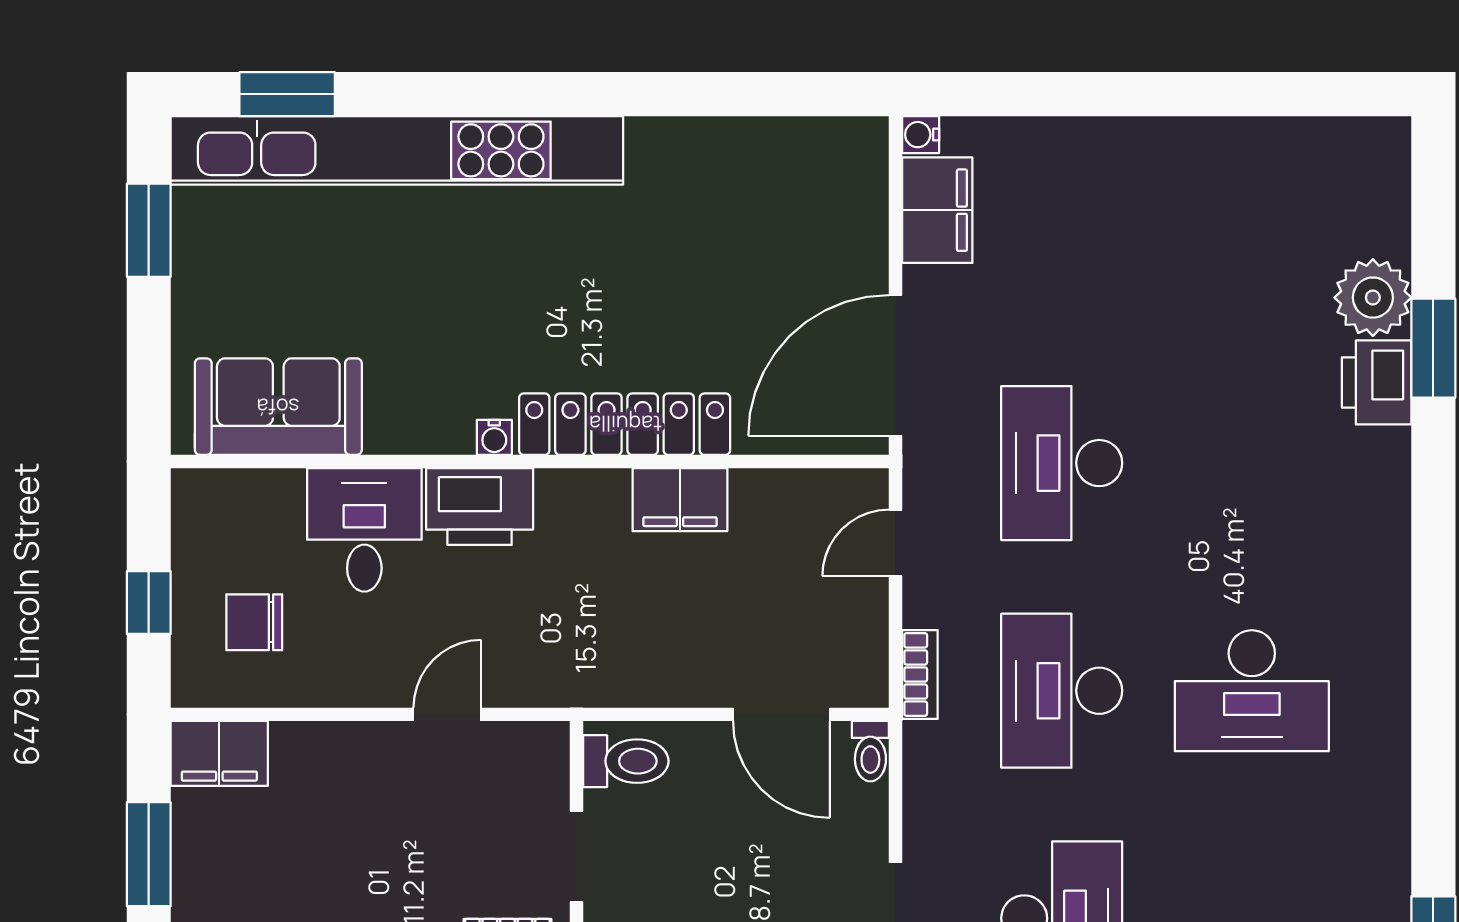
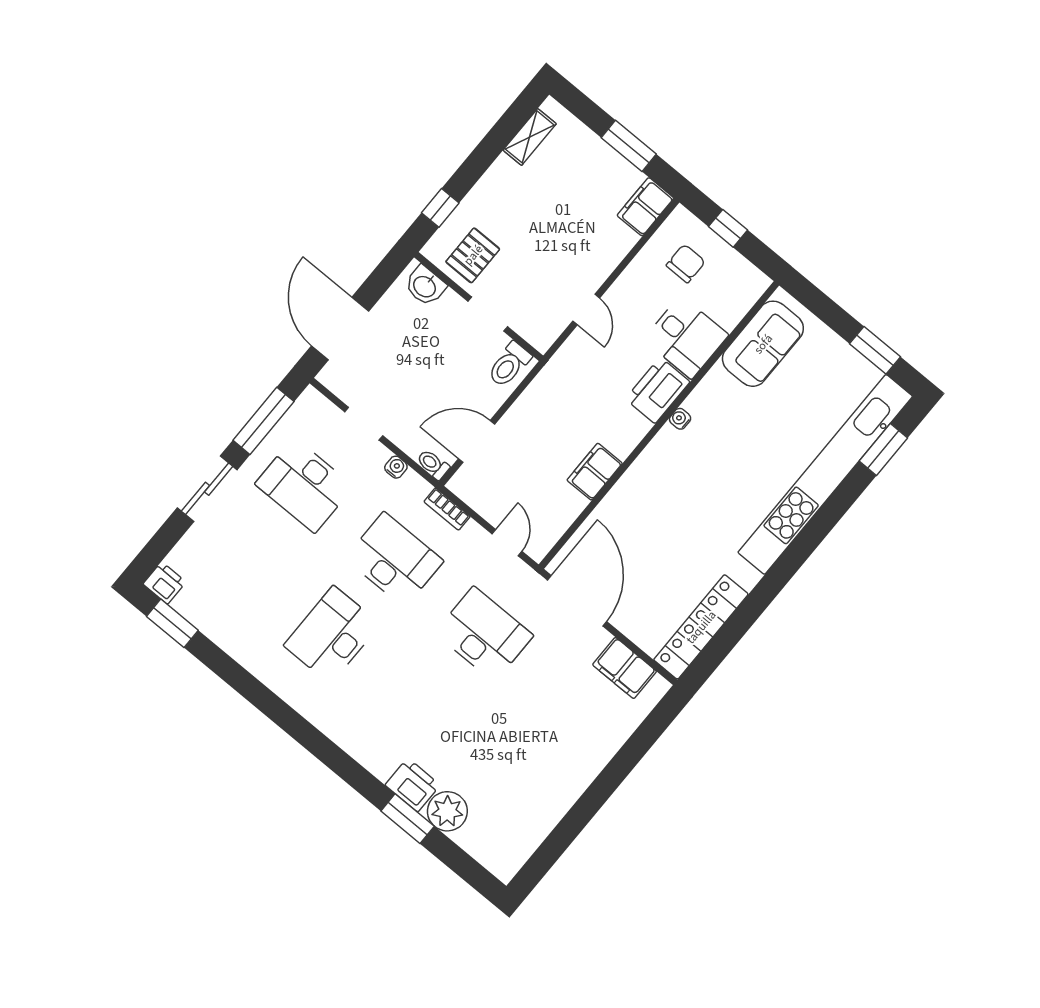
water cooler: (921, 135) -> (396, 467), moved
locker: (625, 424) -> (701, 627), moved, turned 180

